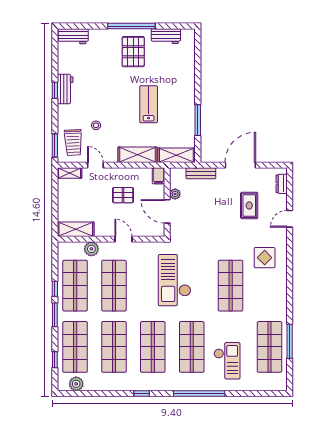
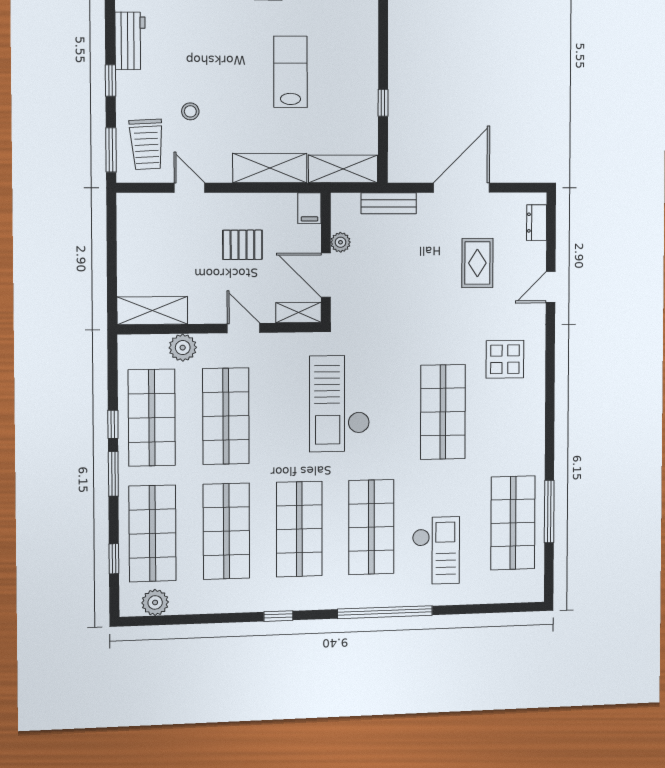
window: (55, 90) -> (110, 81), moved
window: (198, 120) -> (383, 103), width x0.46
shelving: (69, 173) -> (298, 313), moved

